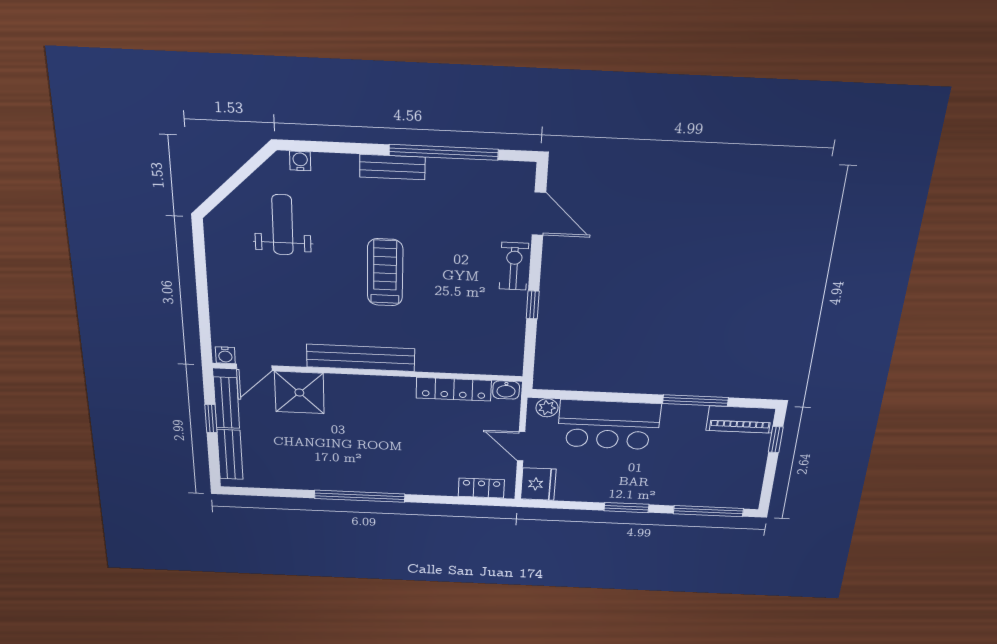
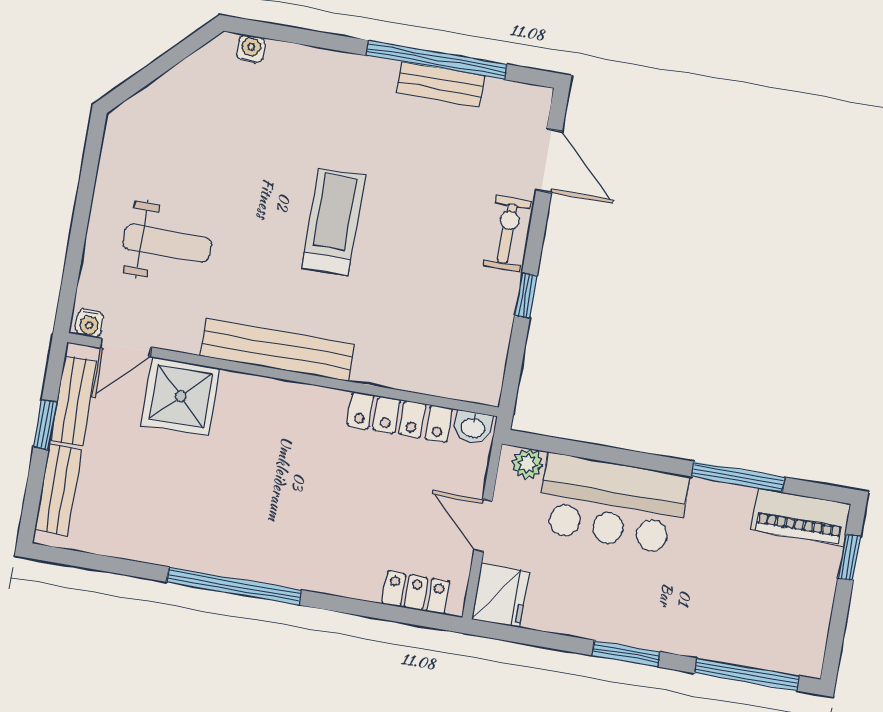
bench: (392, 167) -> (441, 84), moved
weight bench: (282, 225) -> (167, 243), moved, turned 90

